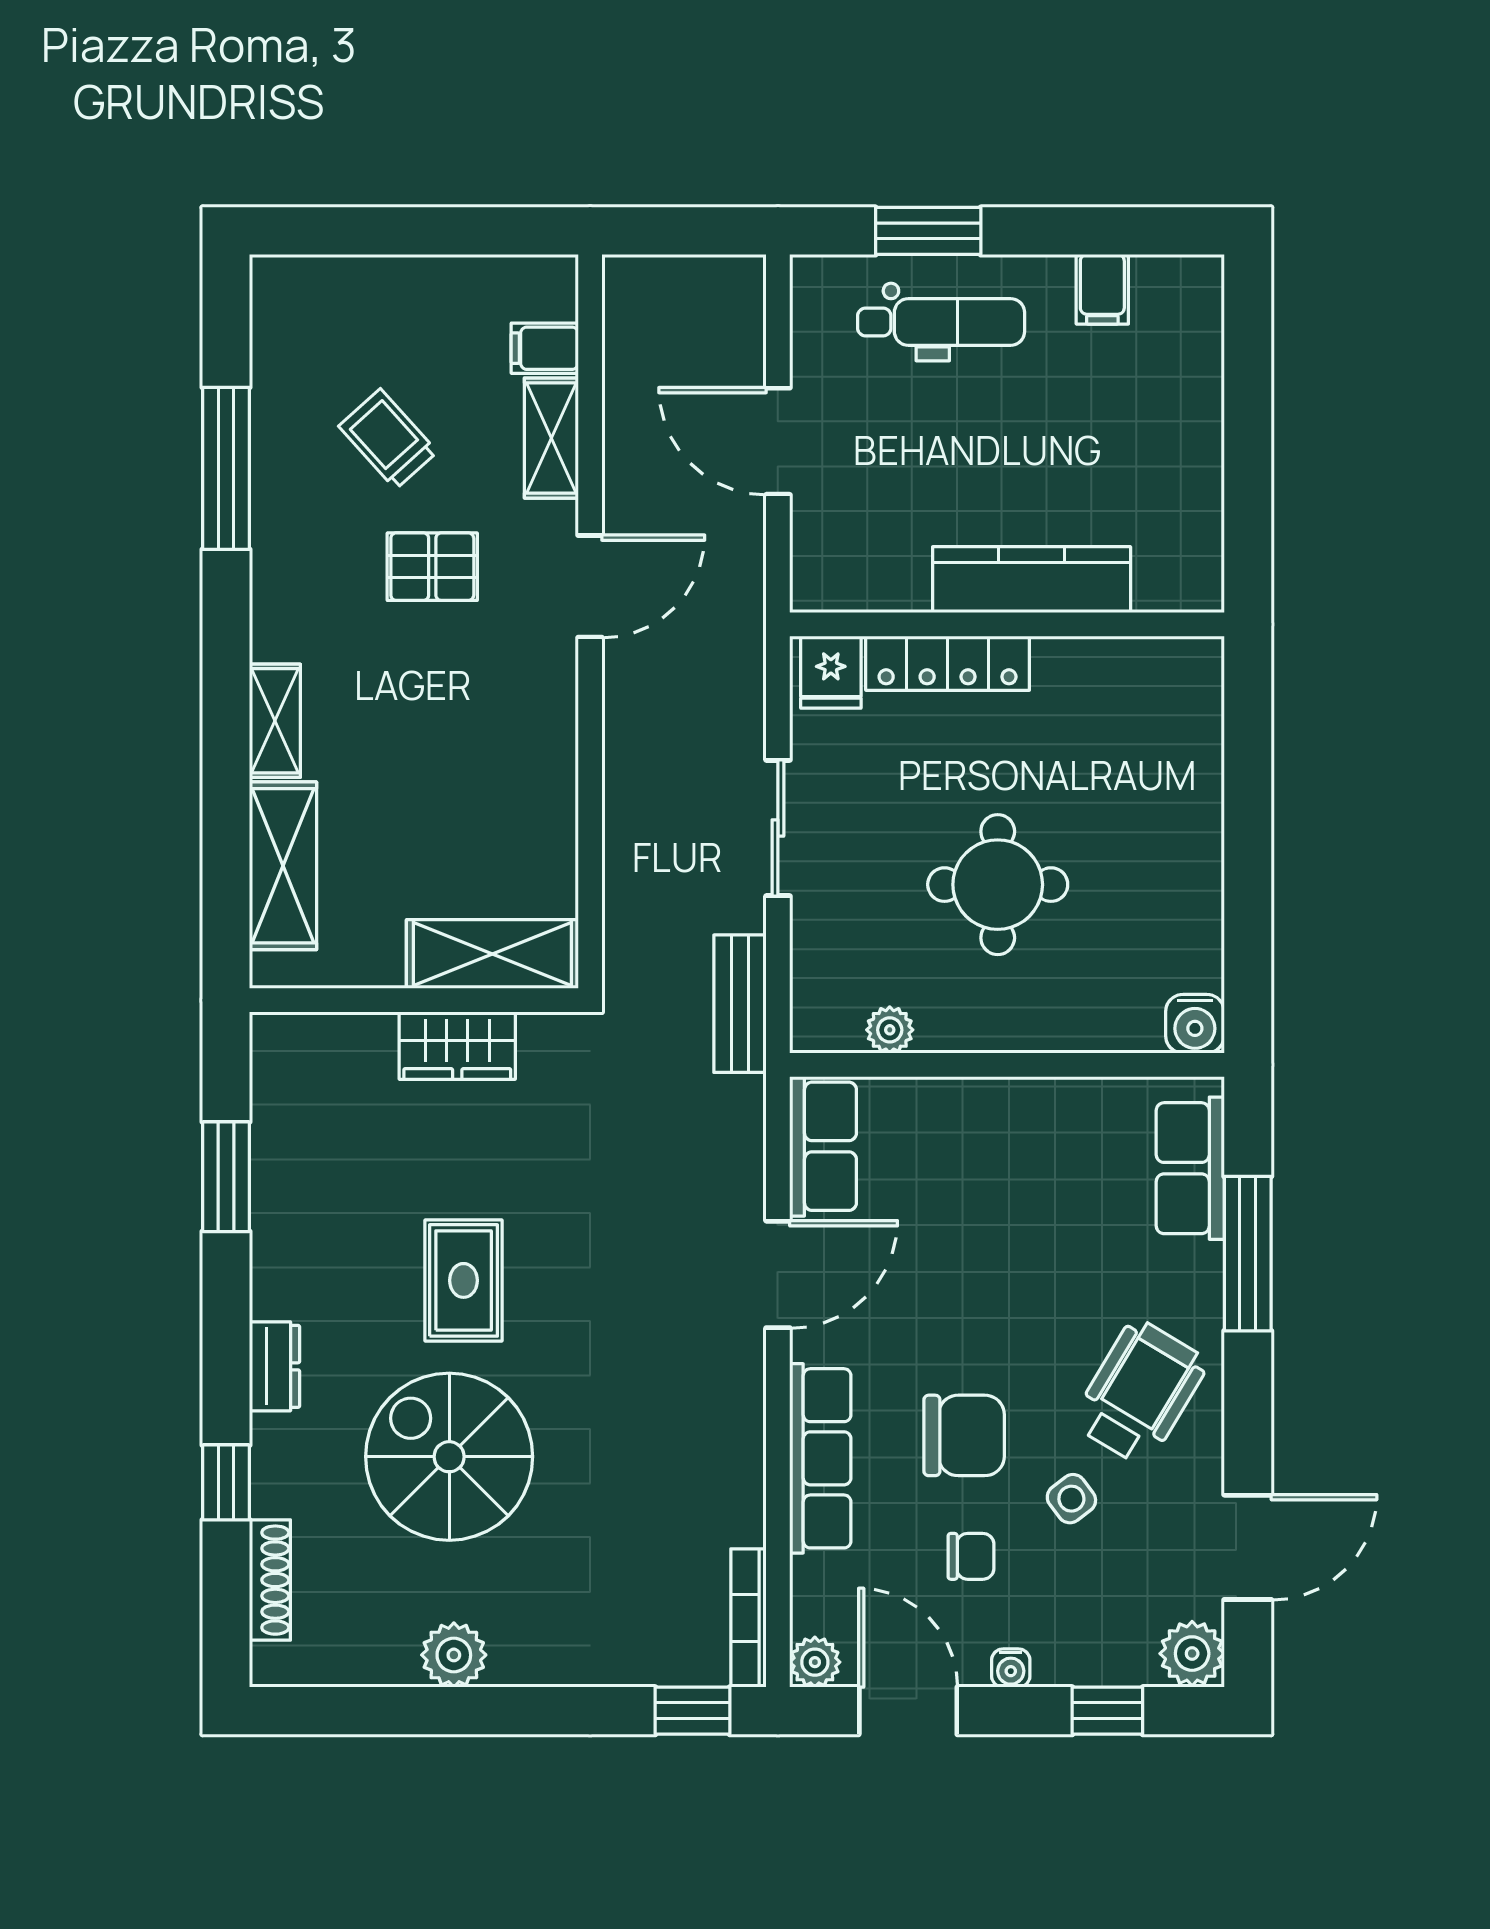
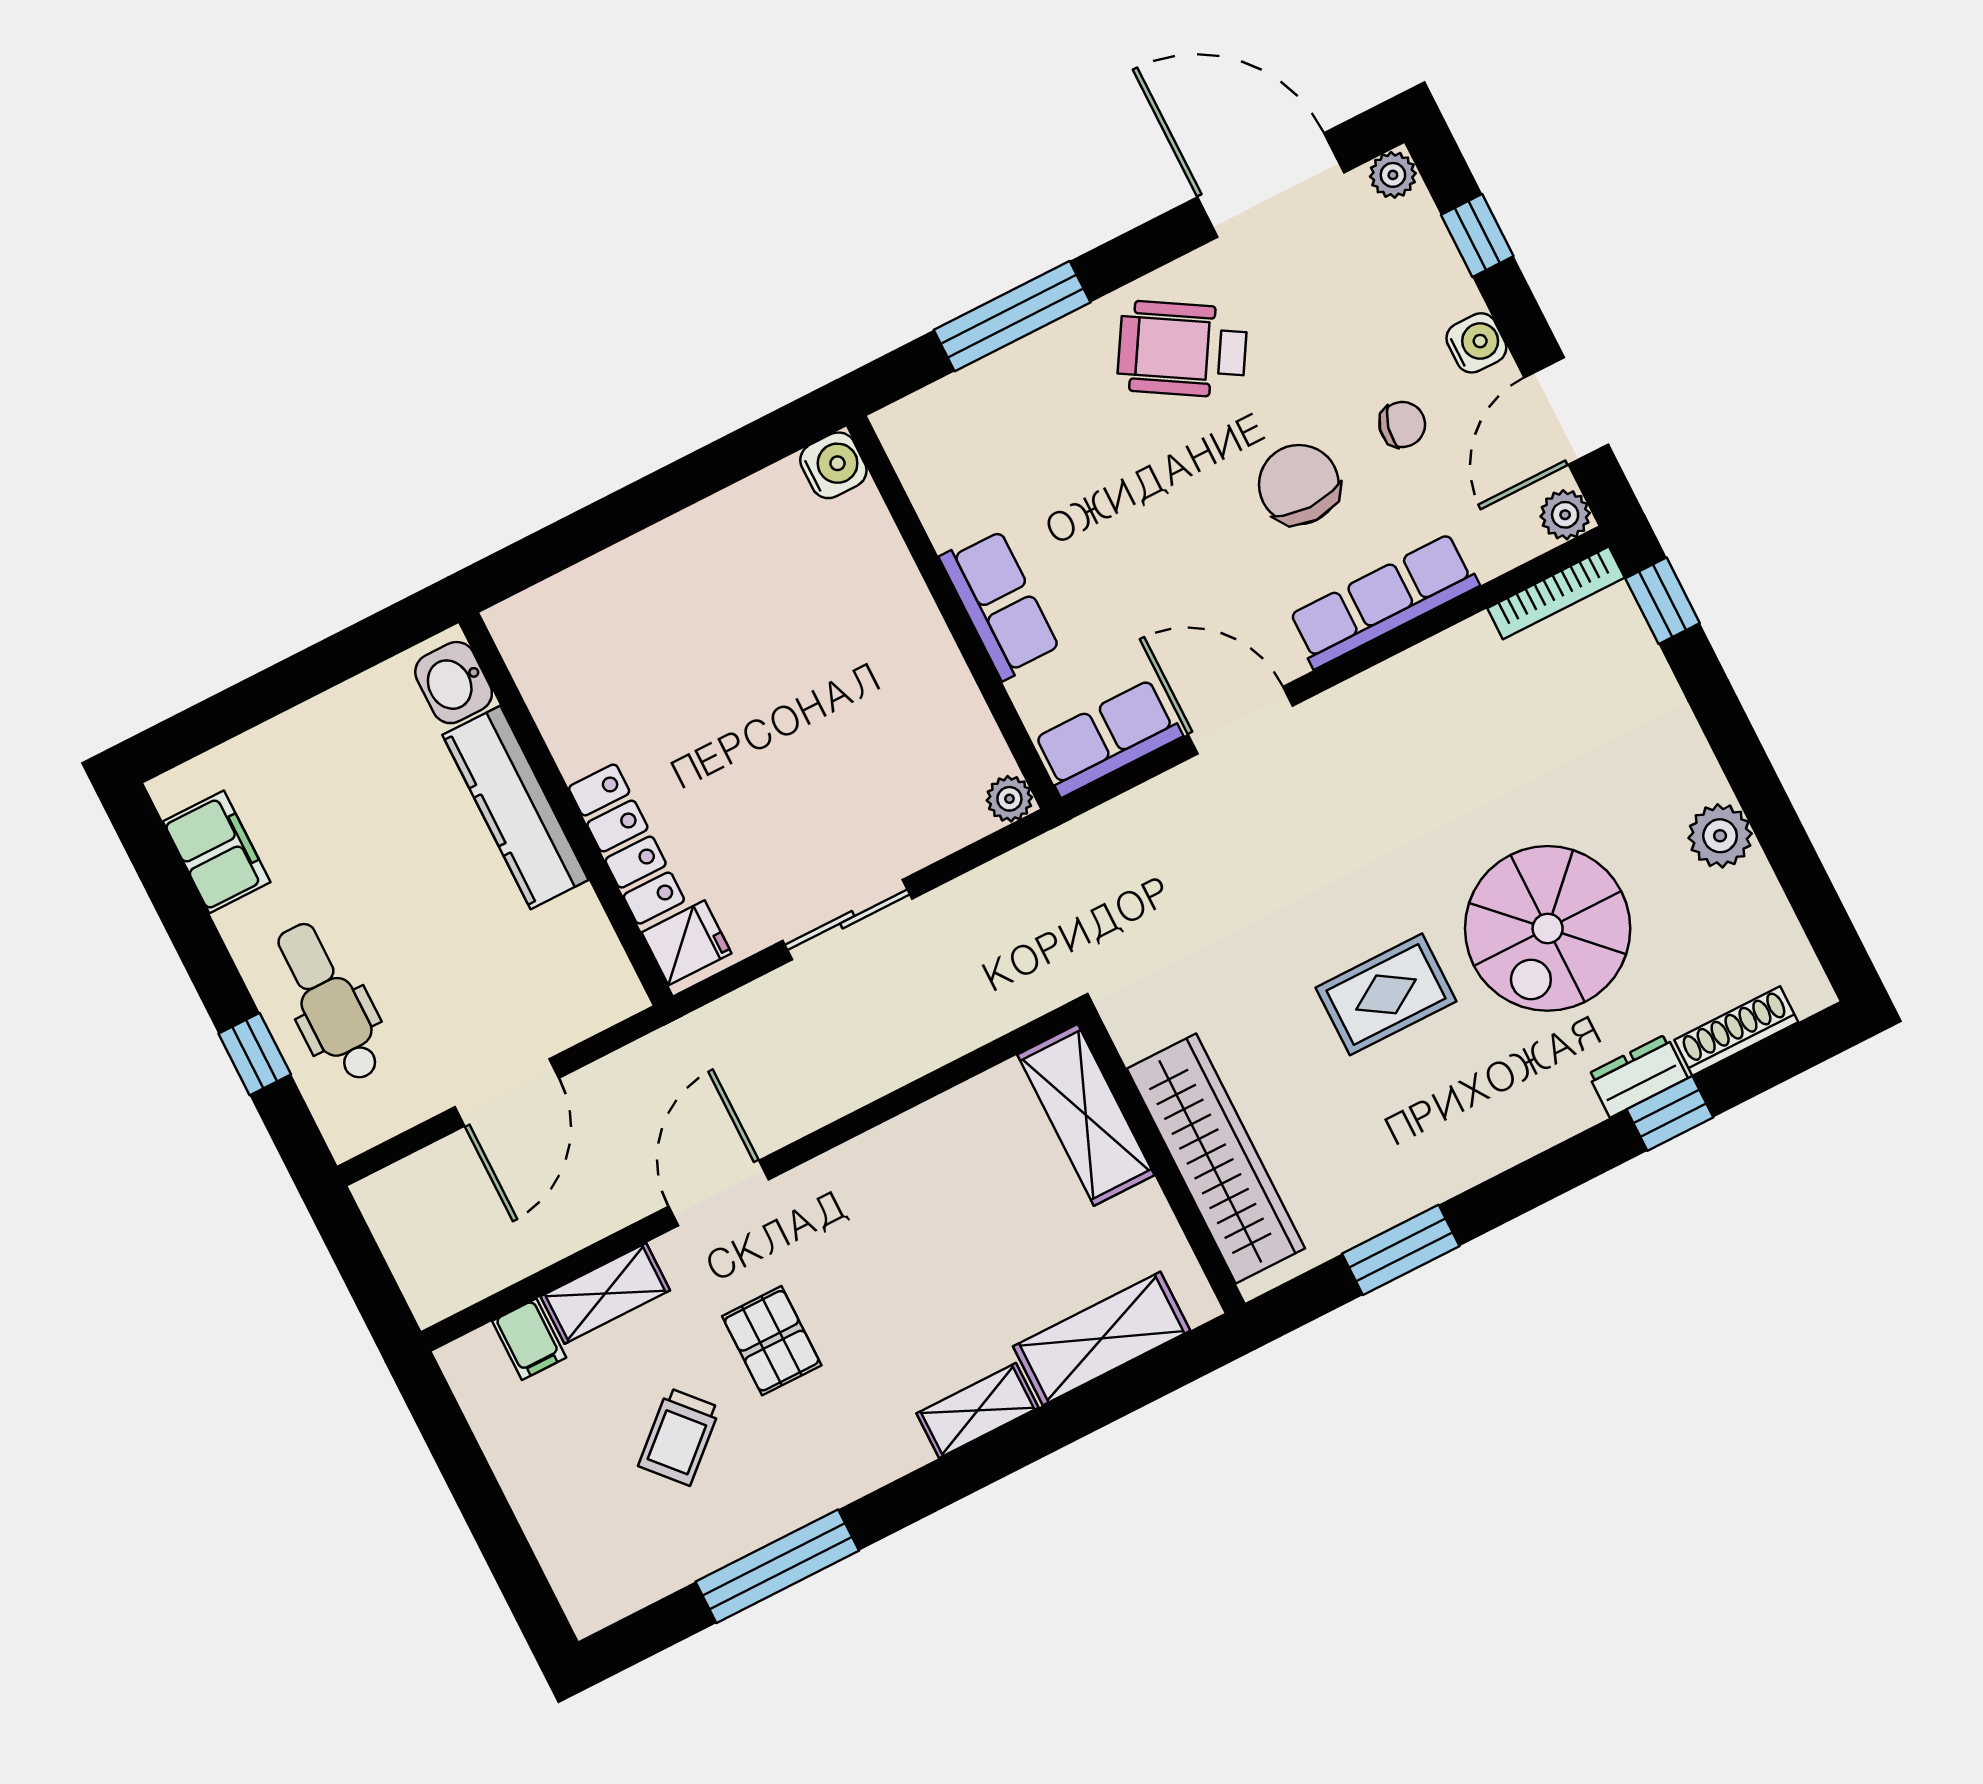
window: (928, 231) -> (255, 1054), width x0.67
filing cabinet: (1102, 289) -> (217, 852), width x2.00
washbasin: (1173, 581) -> (454, 683), added
door: (590, 586) -> (719, 1193), hinge flipped
round table: (998, 885) -> (799, 701), removed
bench: (740, 1004) -> (1019, 875), removed
plant: (890, 1030) -> (1009, 799), moved
wardrobe: (457, 1046) -> (1216, 1159), width x2.10, depth x1.17
row of seats: (1190, 1168) -> (1000, 604), moved, turned -90
dresser: (275, 1366) -> (1638, 1076), moved
side table: (1071, 1499) -> (1307, 362), removed
door: (1248, 1547) -> (1271, 185), width x1.36
chair: (971, 1556) -> (1402, 425), turned 103
plant: (1192, 1654) -> (1393, 175), width x0.73, depth x0.73
water cooler: (1011, 1668) -> (1476, 343), width x1.38, depth x1.38

